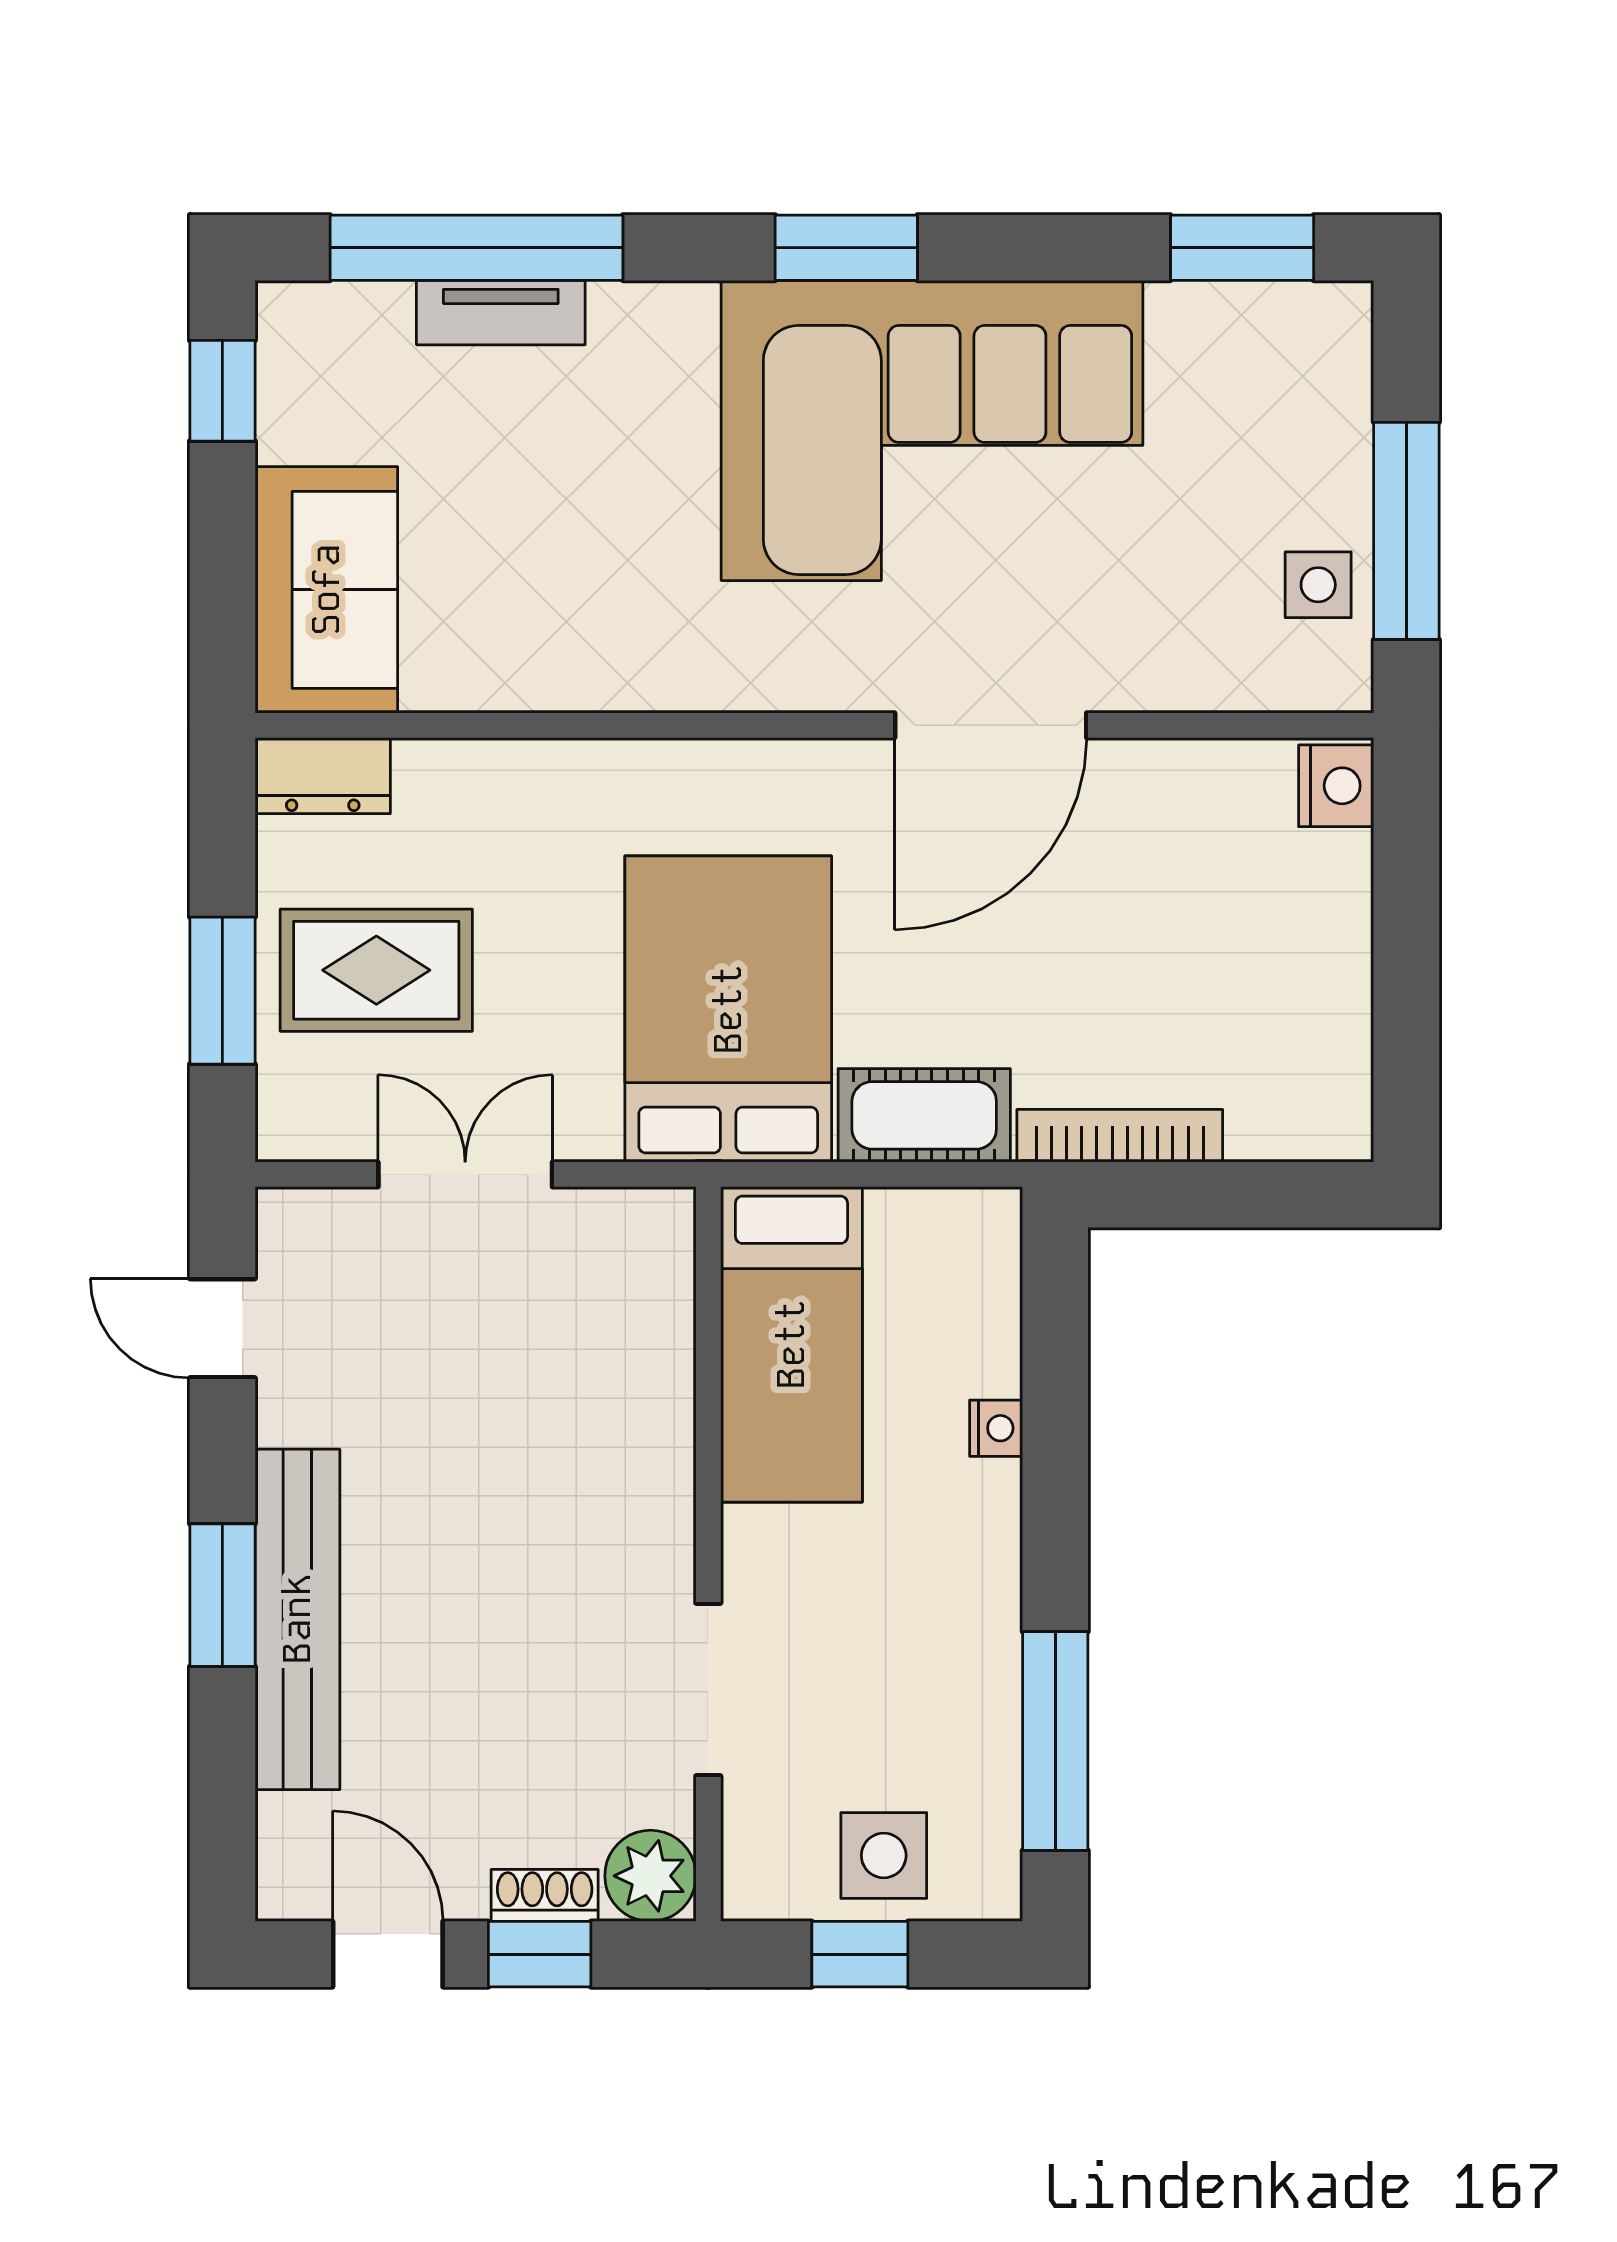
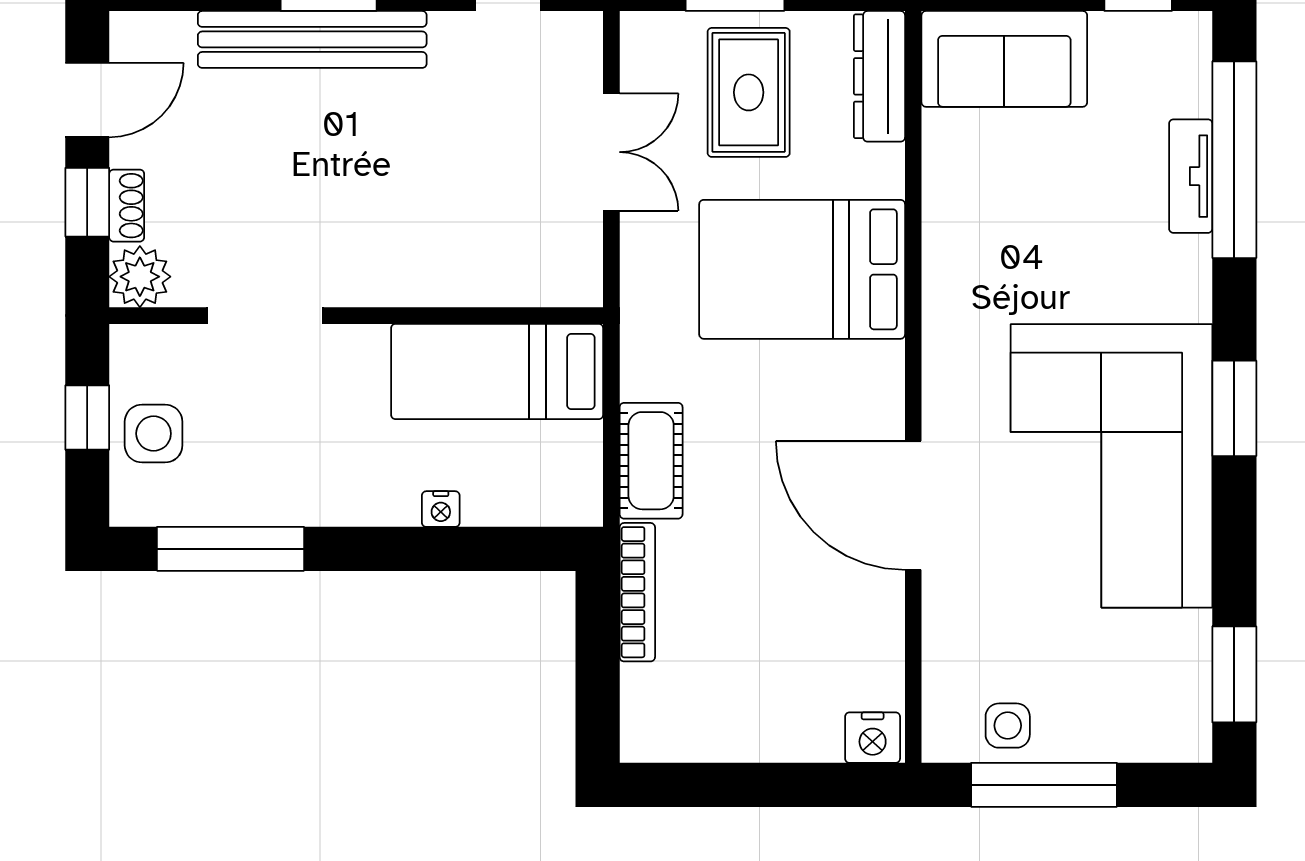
dresser: (323, 776) -> (879, 76), width x1.44
bed: (728, 1009) -> (802, 269), moved, turned 180

